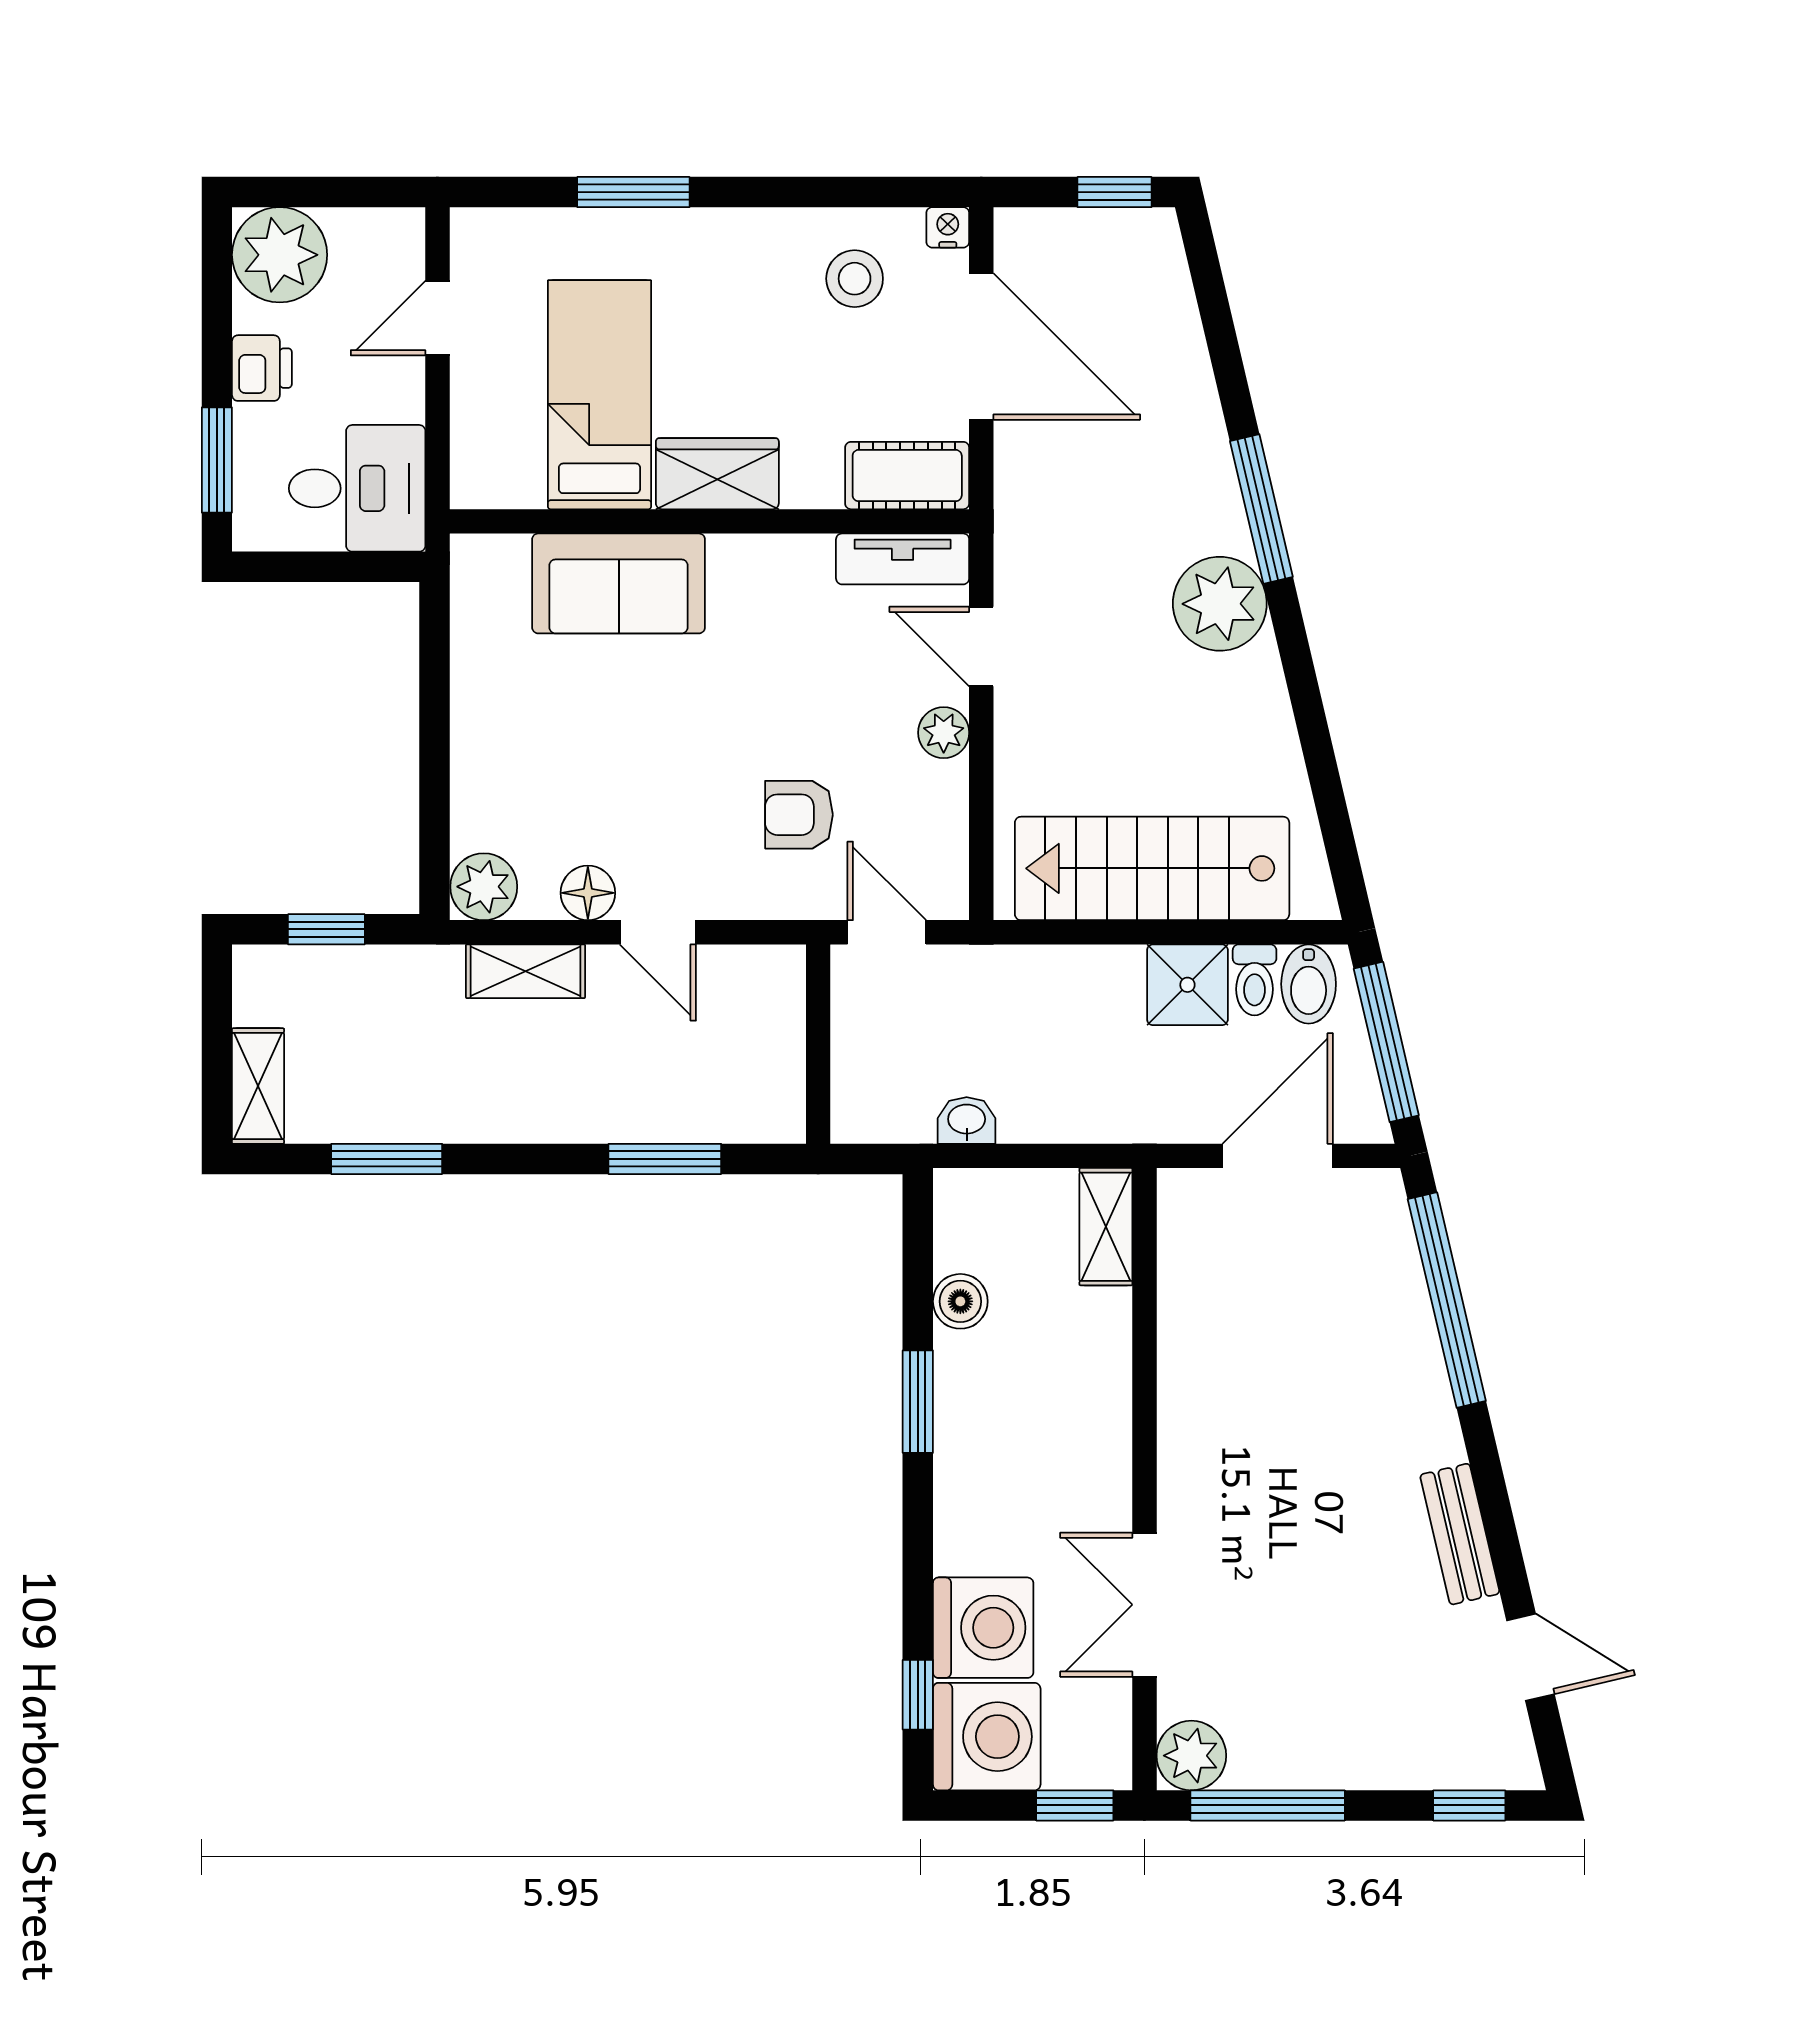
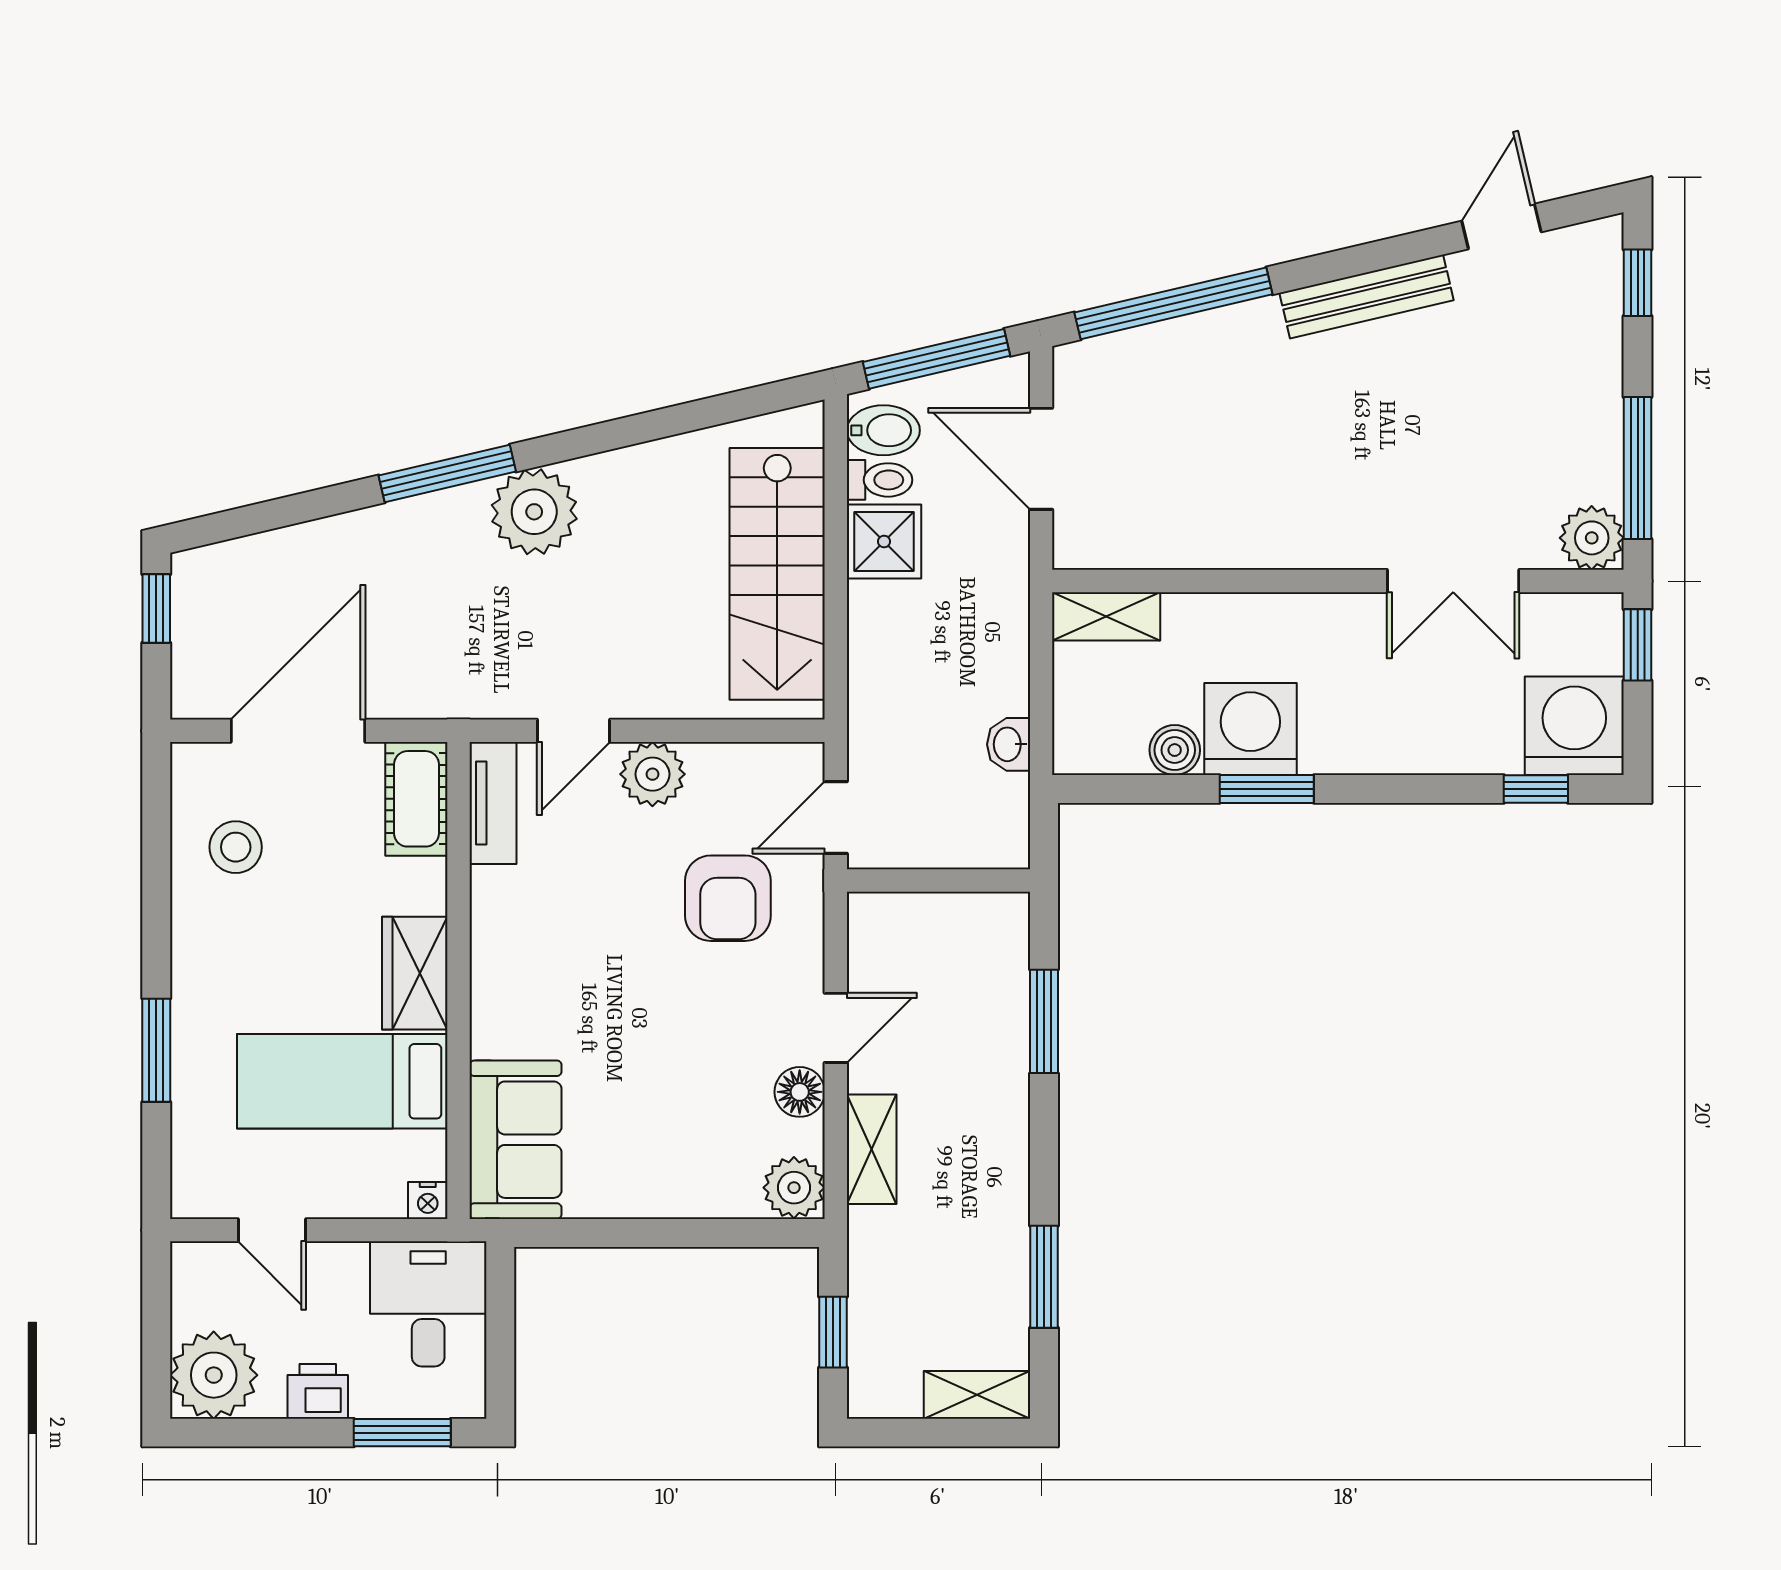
nightstand: (948, 227) -> (428, 1200), moved, turned -90
sofa: (619, 583) -> (516, 1140), moved
plant: (944, 733) -> (652, 774), width x1.38, depth x1.38
armchair: (799, 815) -> (728, 898), width x1.38, depth x1.38
bench: (1460, 1534) -> (1367, 297), width x1.36
washing machine: (983, 1628) -> (1250, 729), moved

